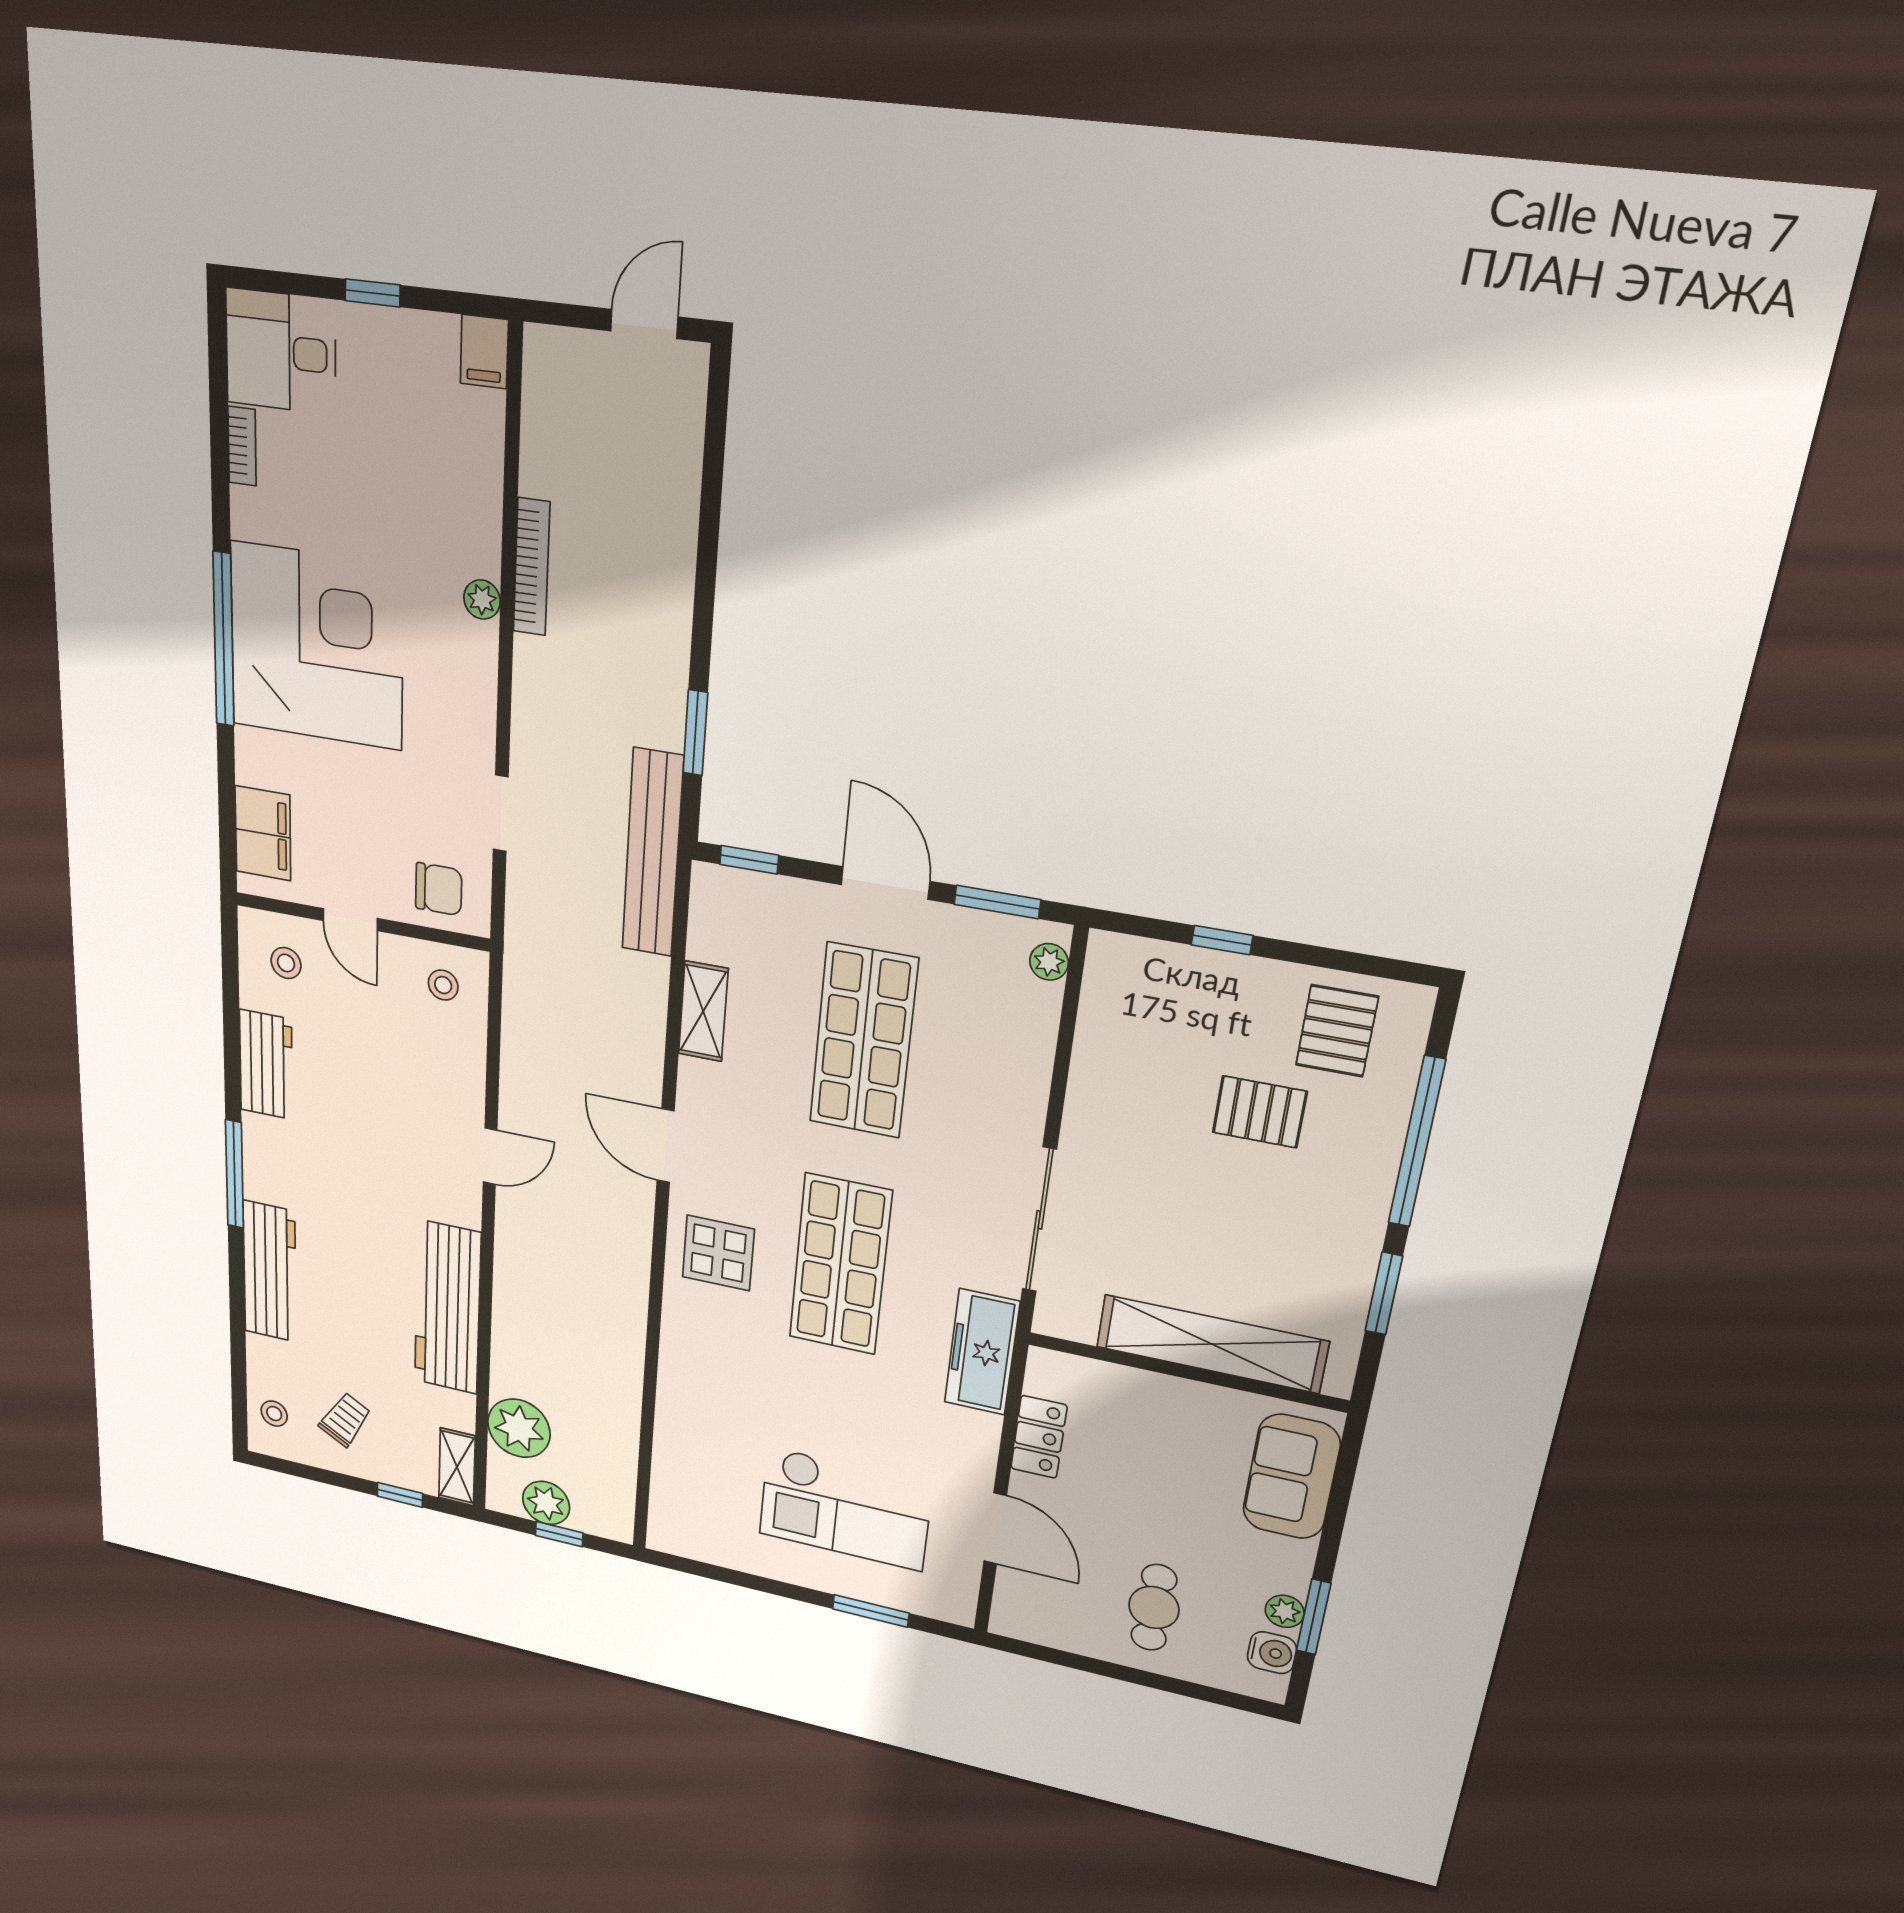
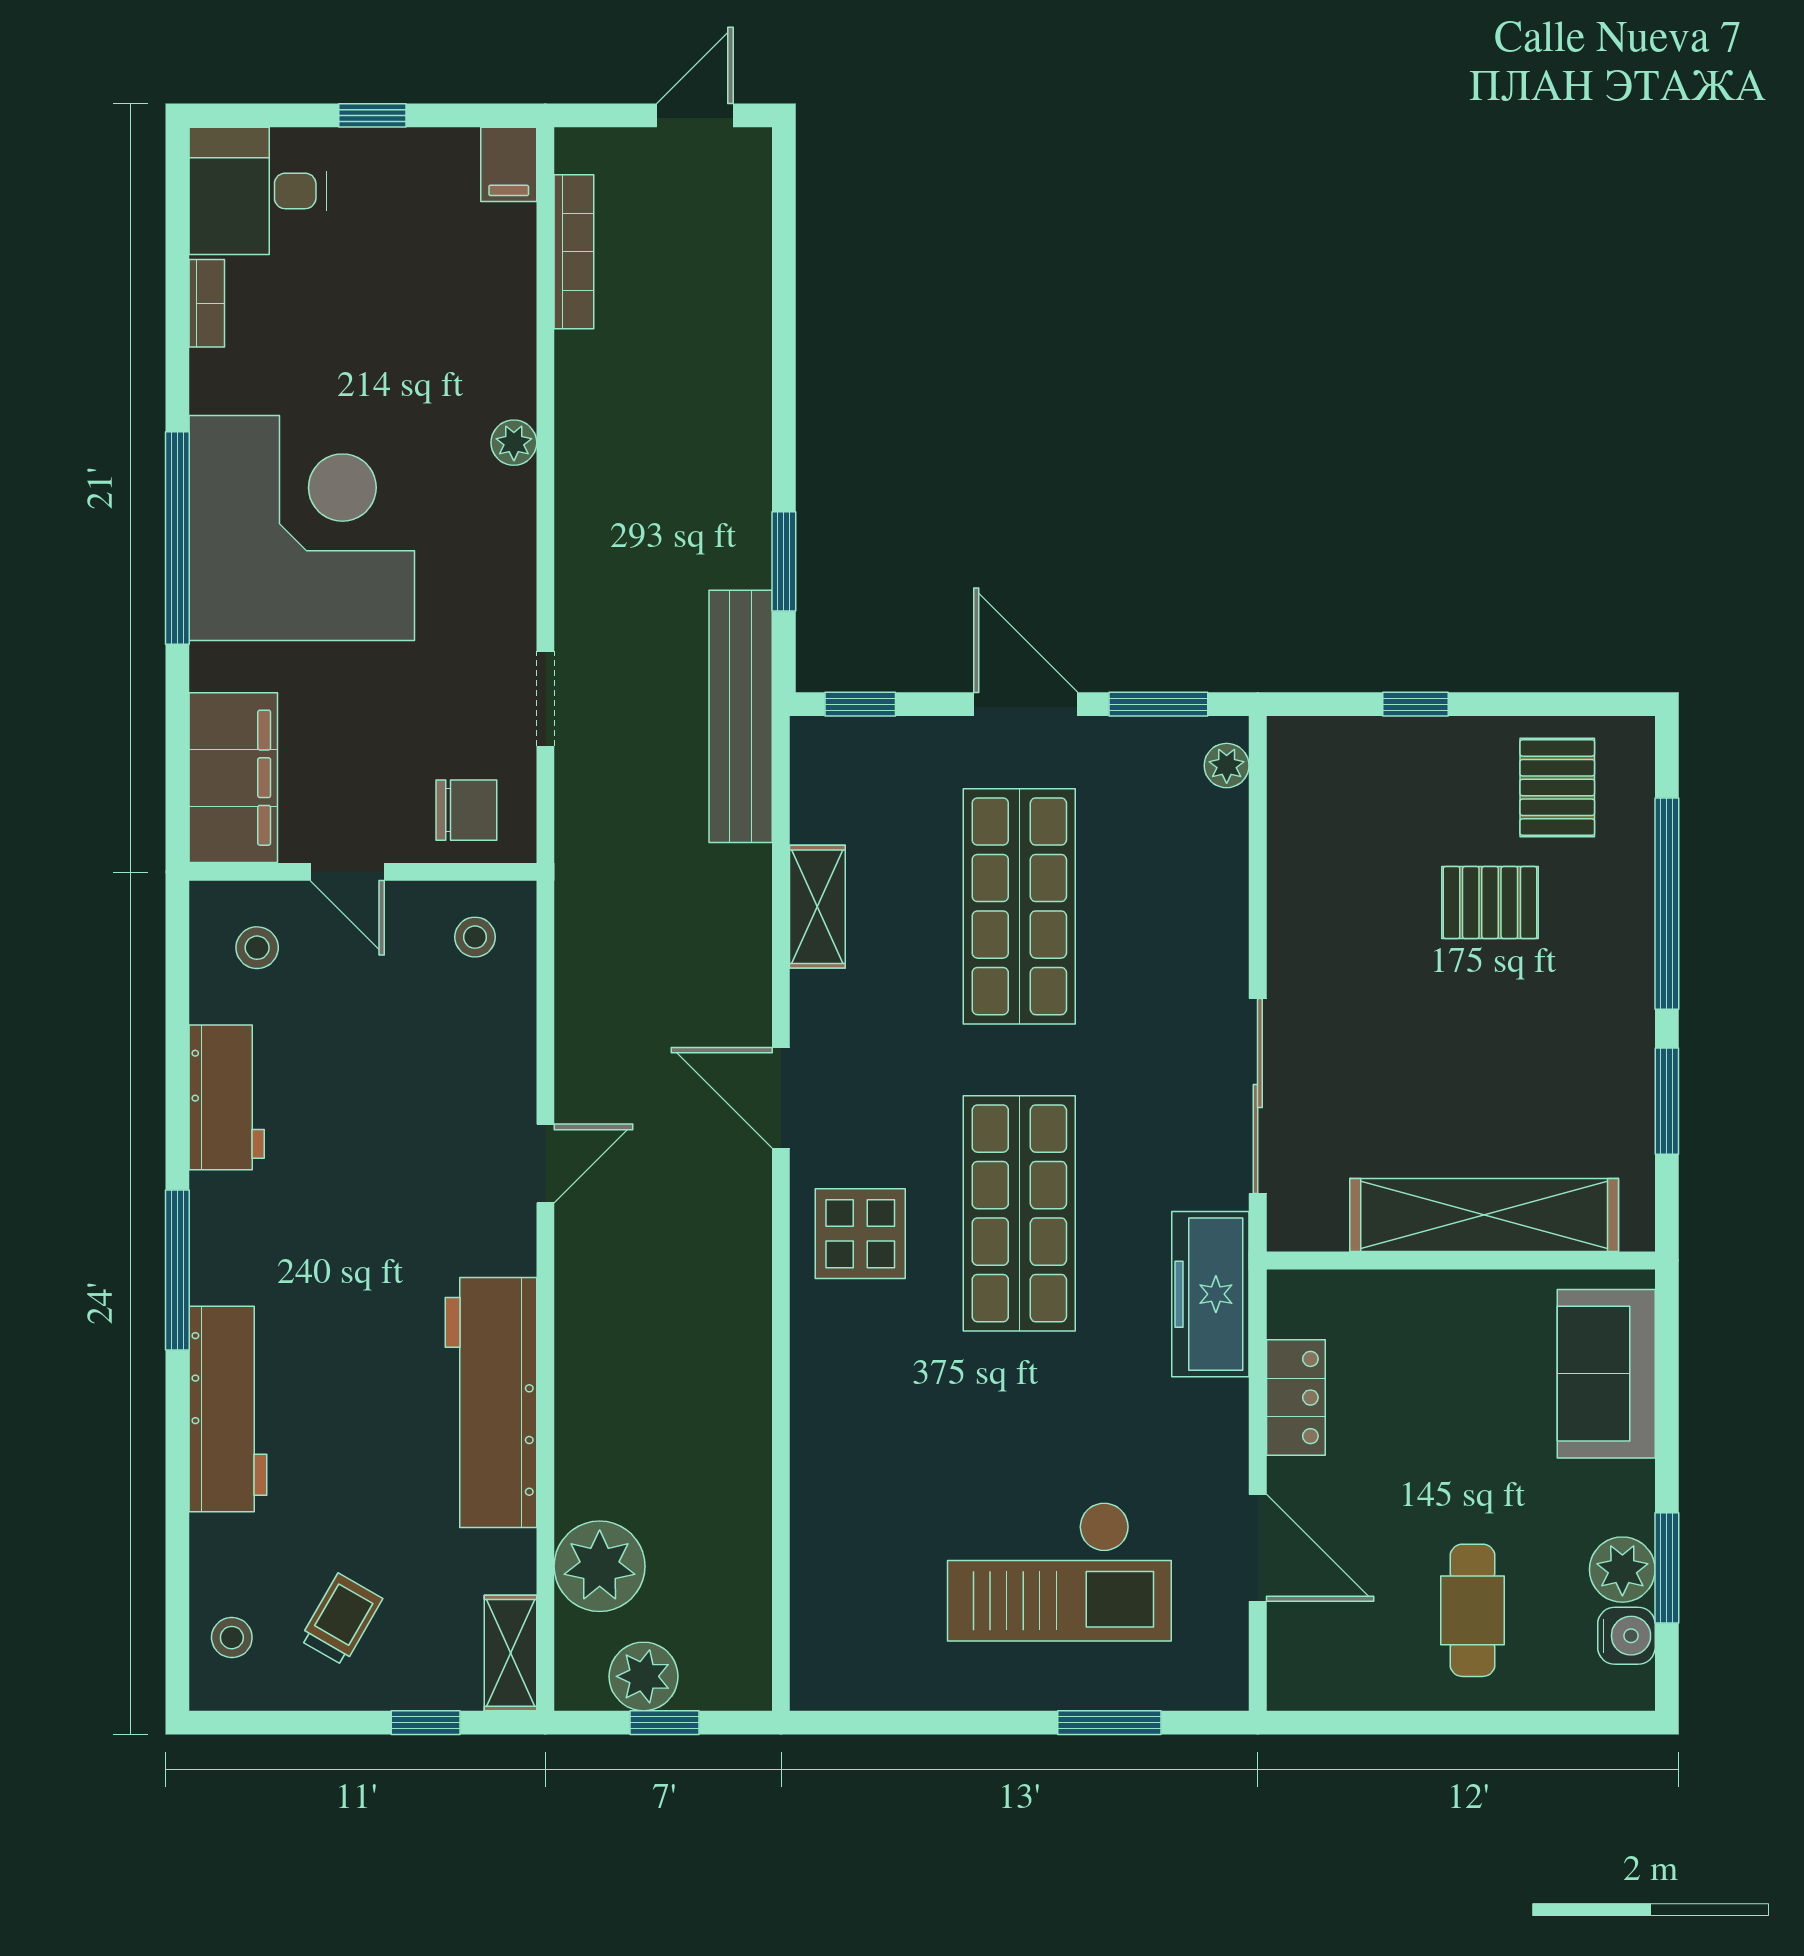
bookcase: (532, 567) -> (574, 252), moved
filing cabinet: (263, 833) -> (233, 778), width x1.50, depth x1.17
plant: (1285, 1611) -> (1622, 1570), width x1.38, depth x1.38

